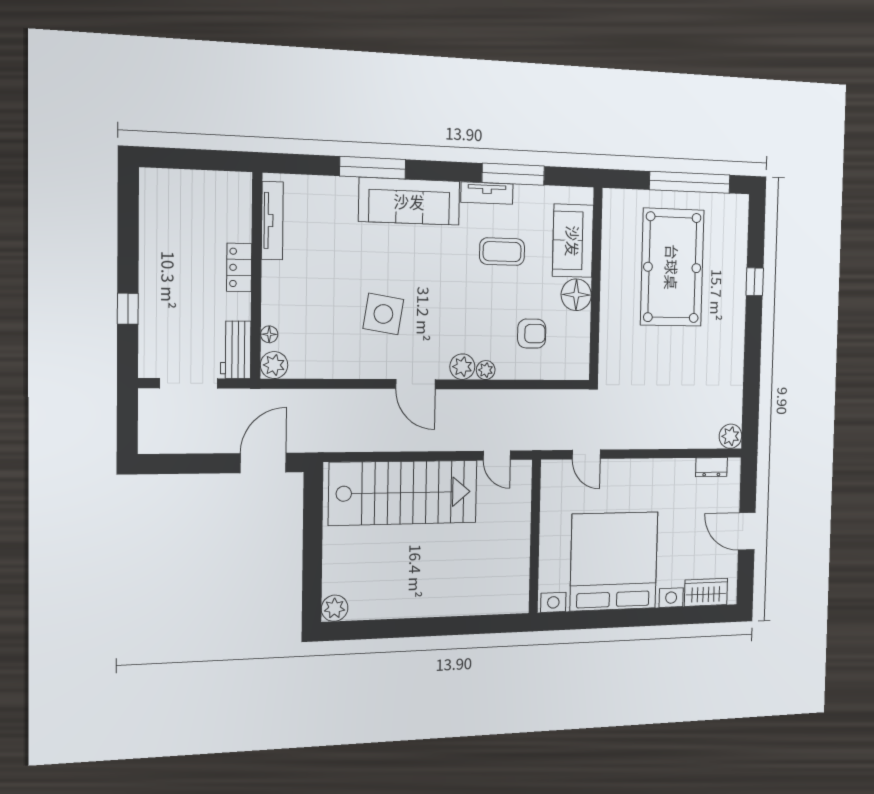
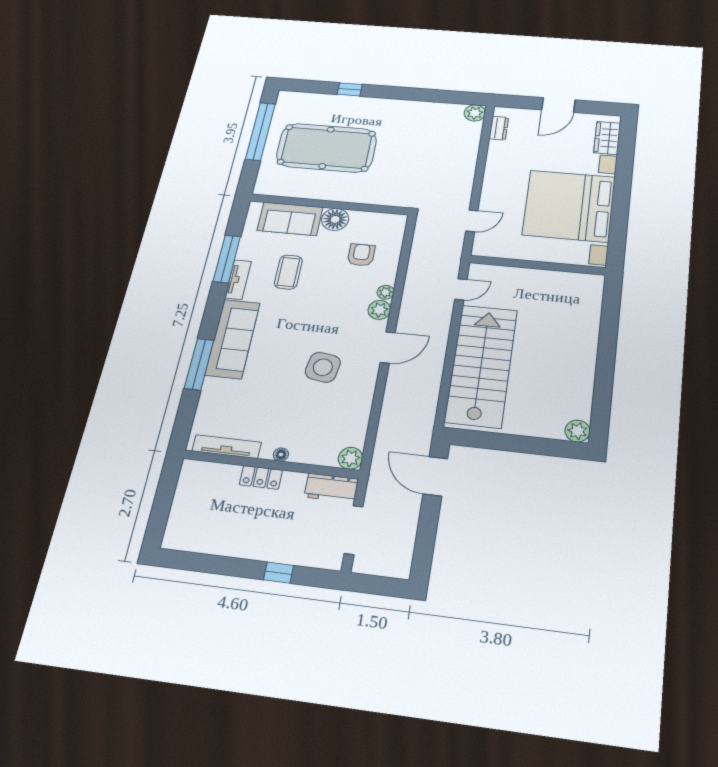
floor lamp: (269, 334) -> (281, 455), moved

